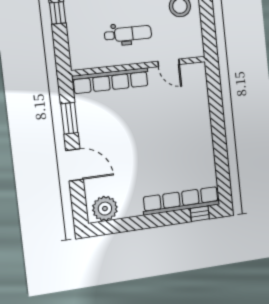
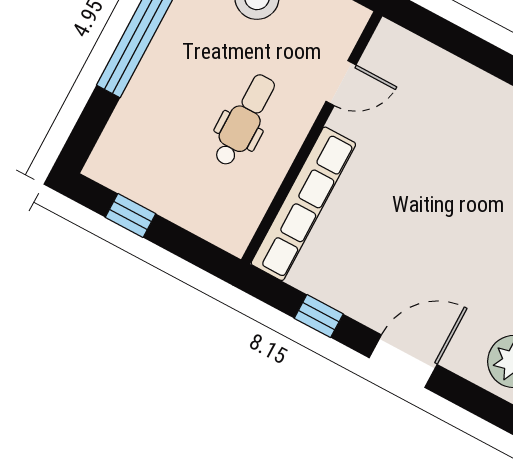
window: (69, 118) -> (319, 316), width x0.67

